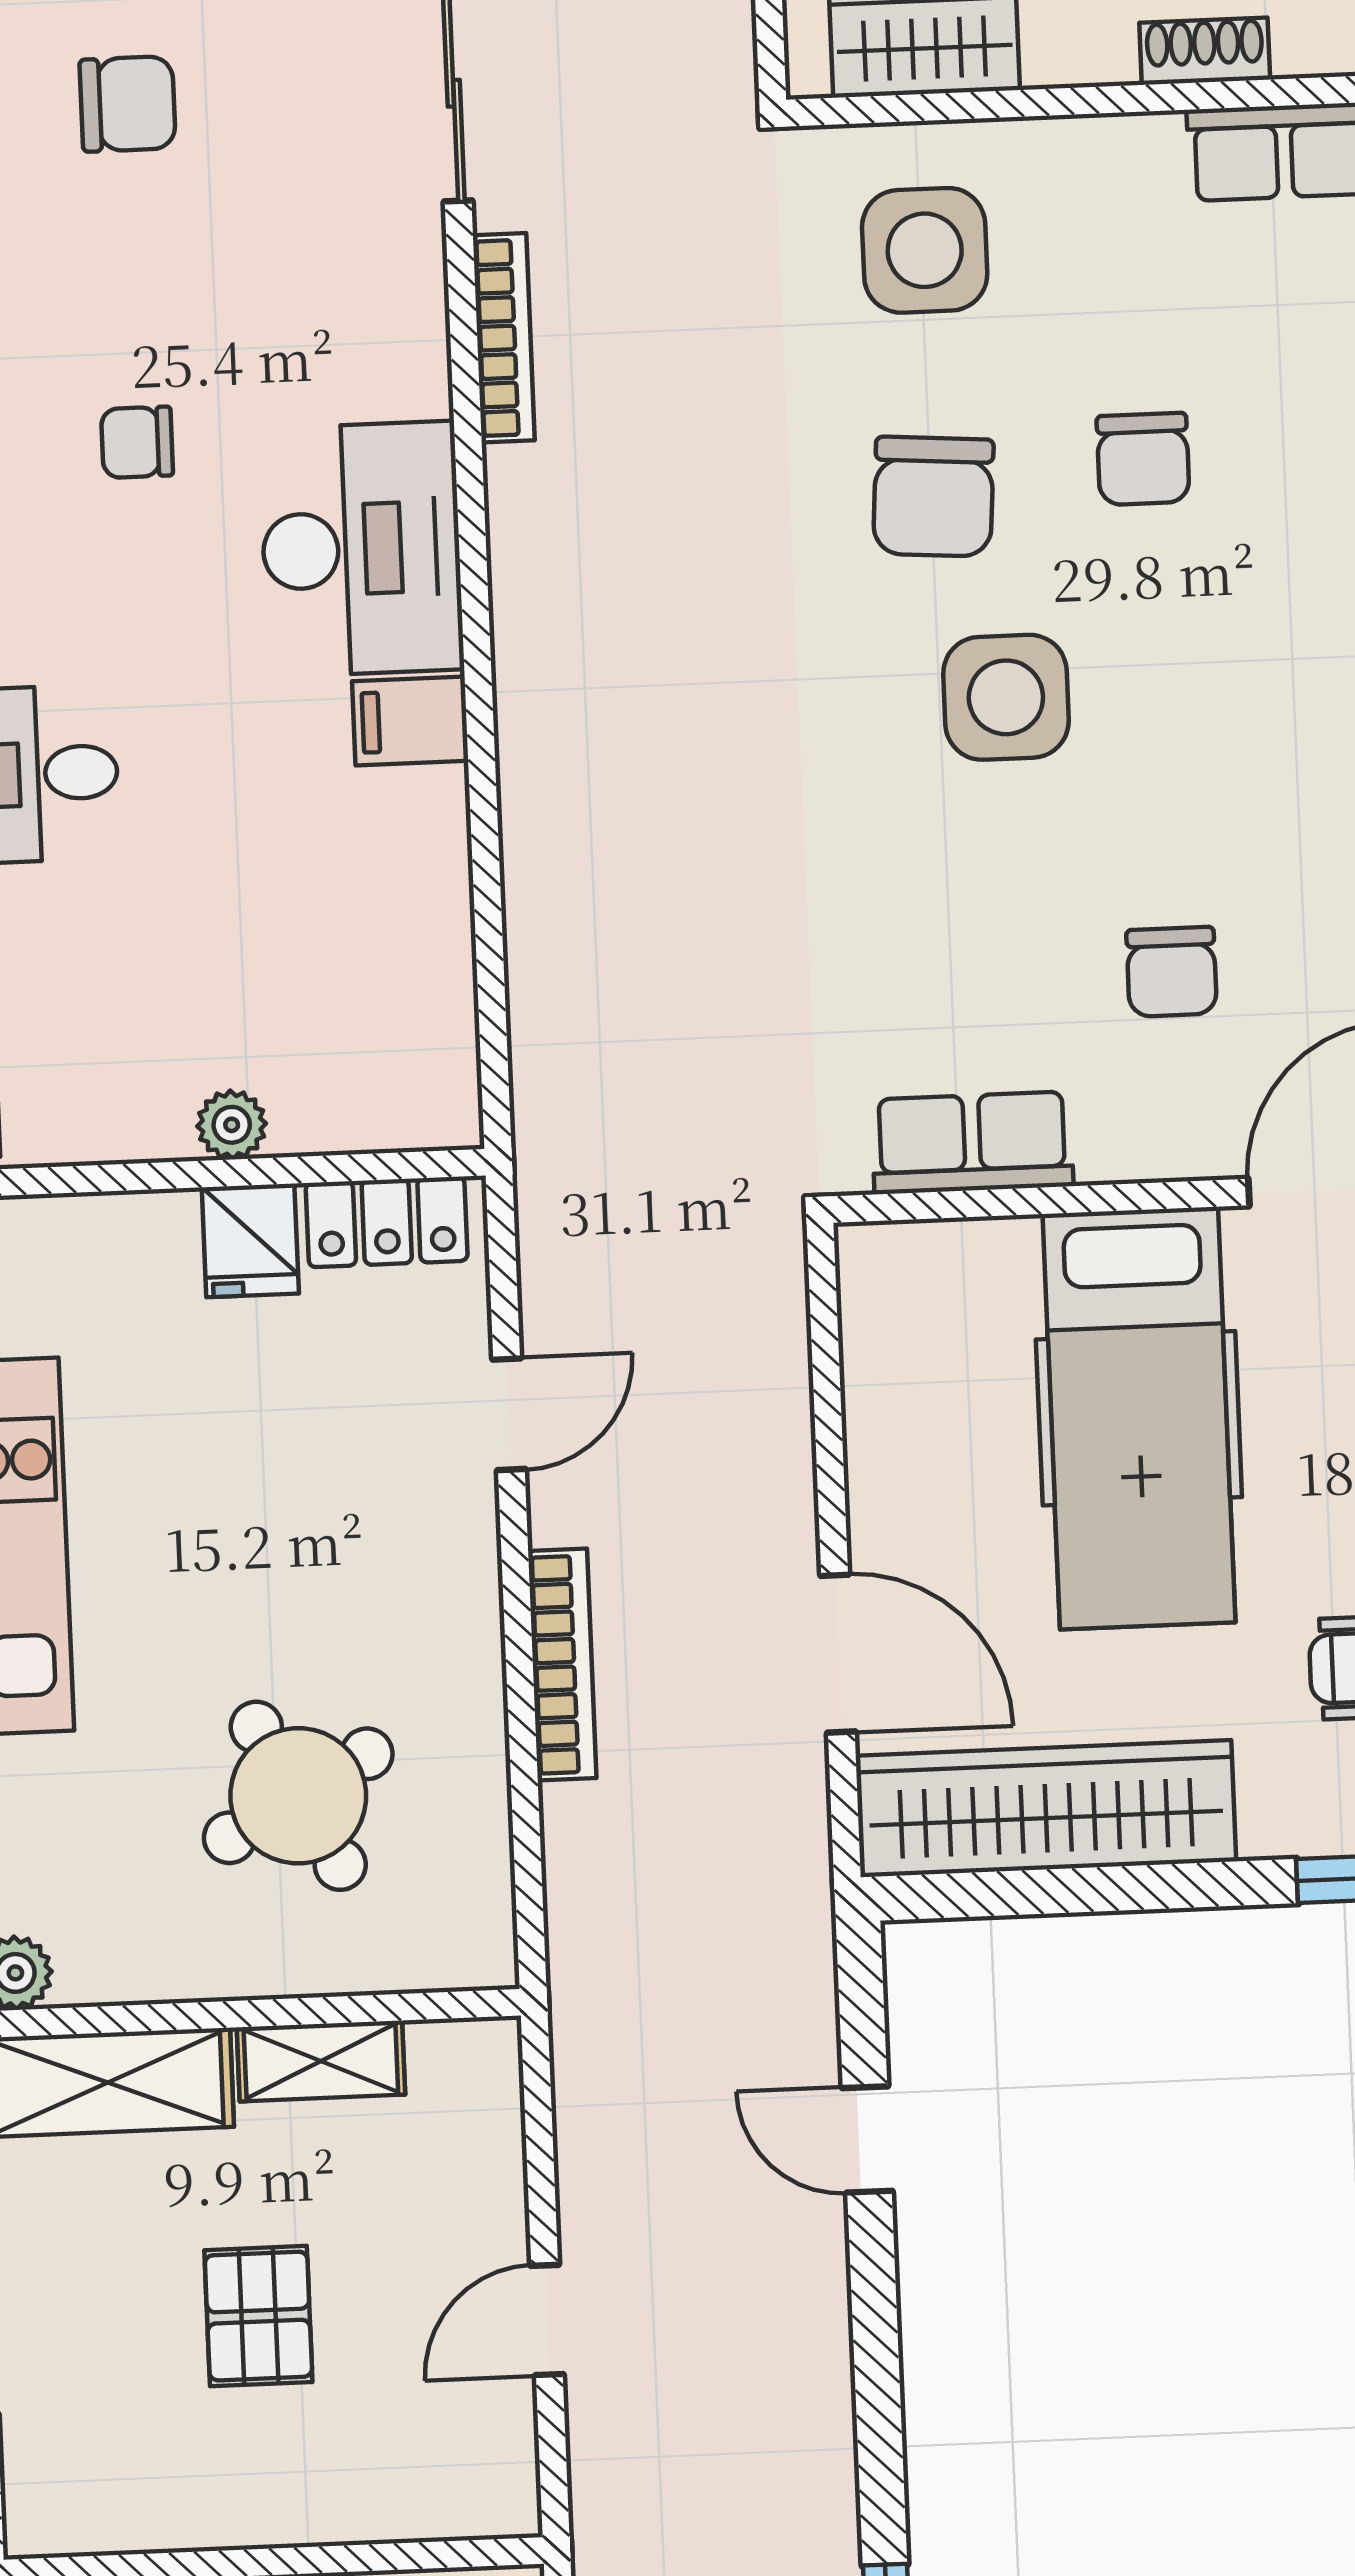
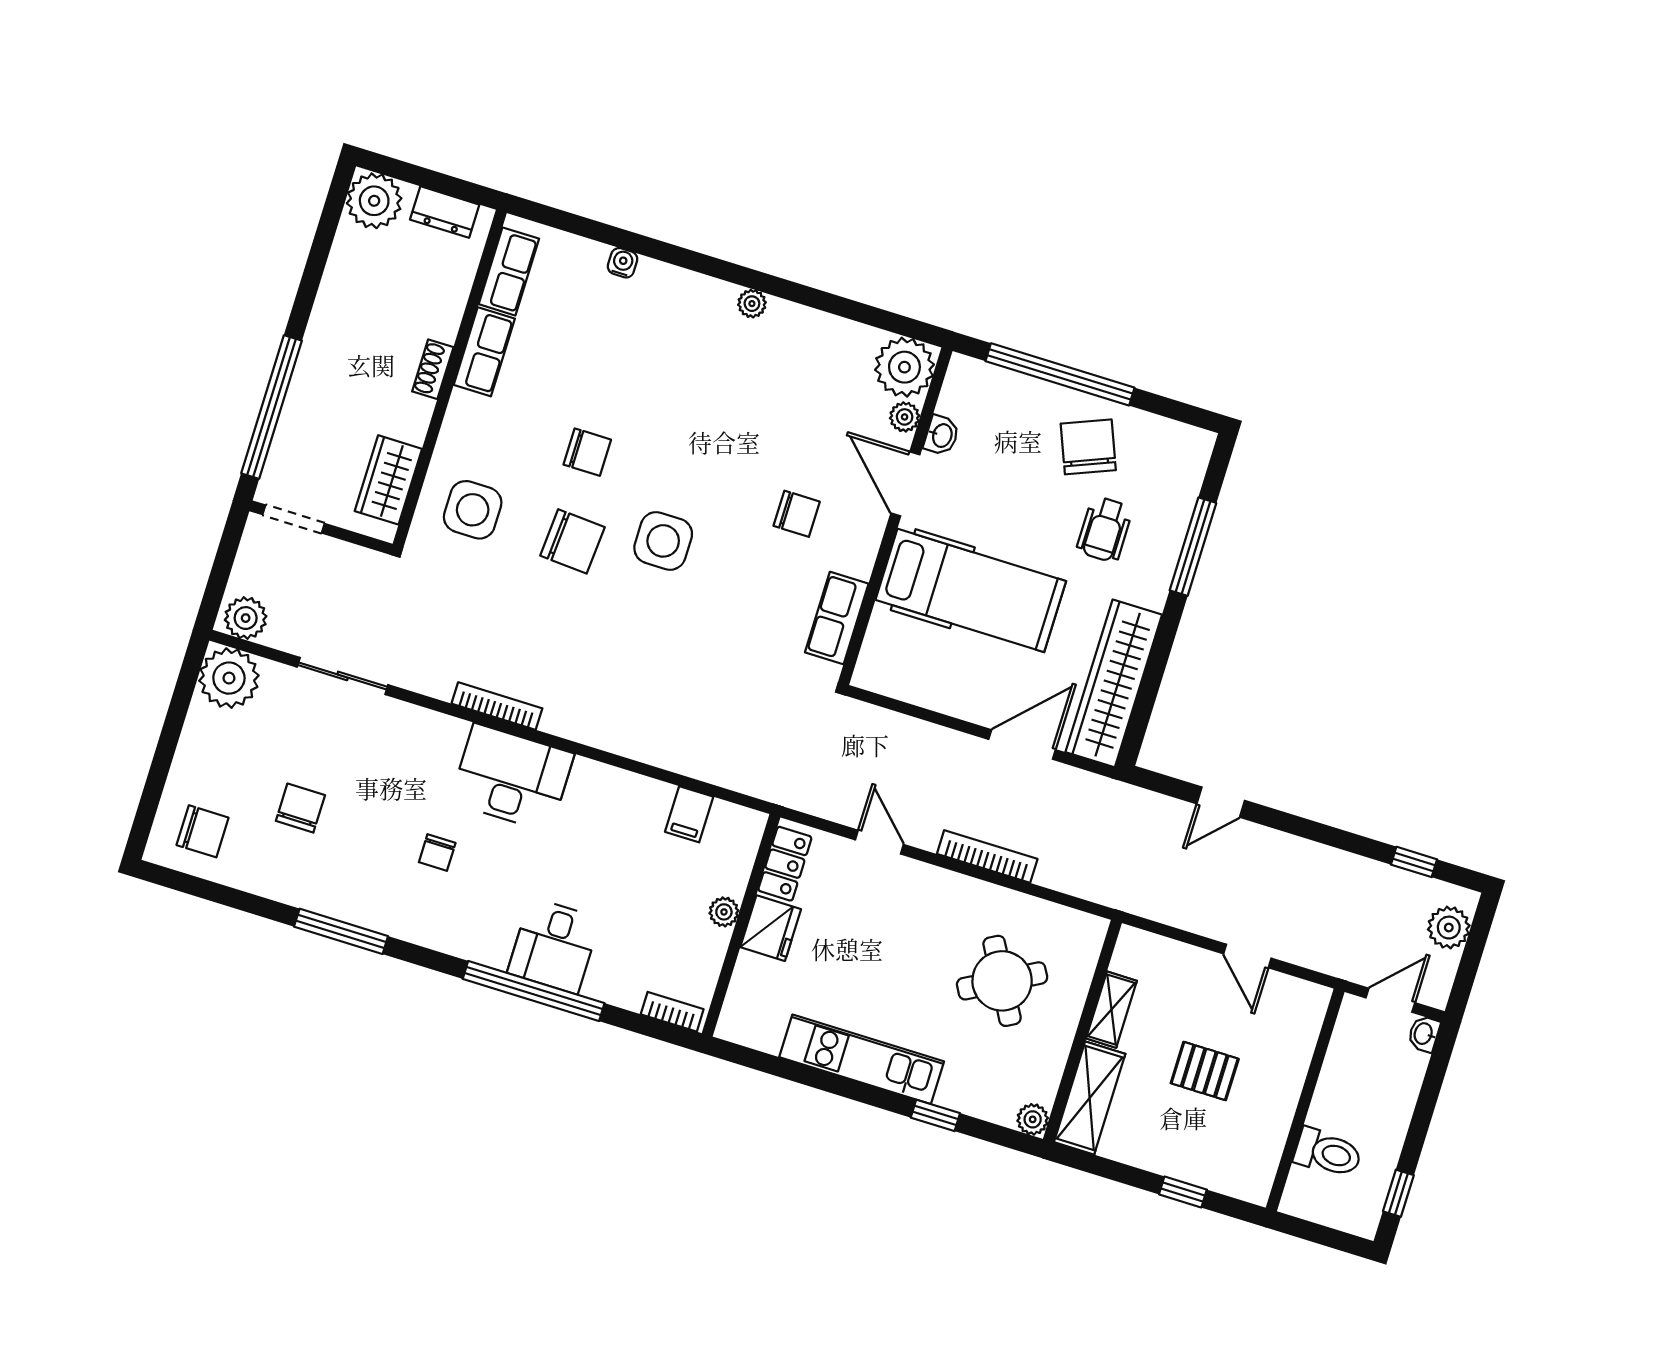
bookcase: (504, 338) -> (497, 706), moved
filing cabinet: (410, 721) -> (689, 814), moved
fridge: (250, 1240) -> (771, 928), width x1.38

